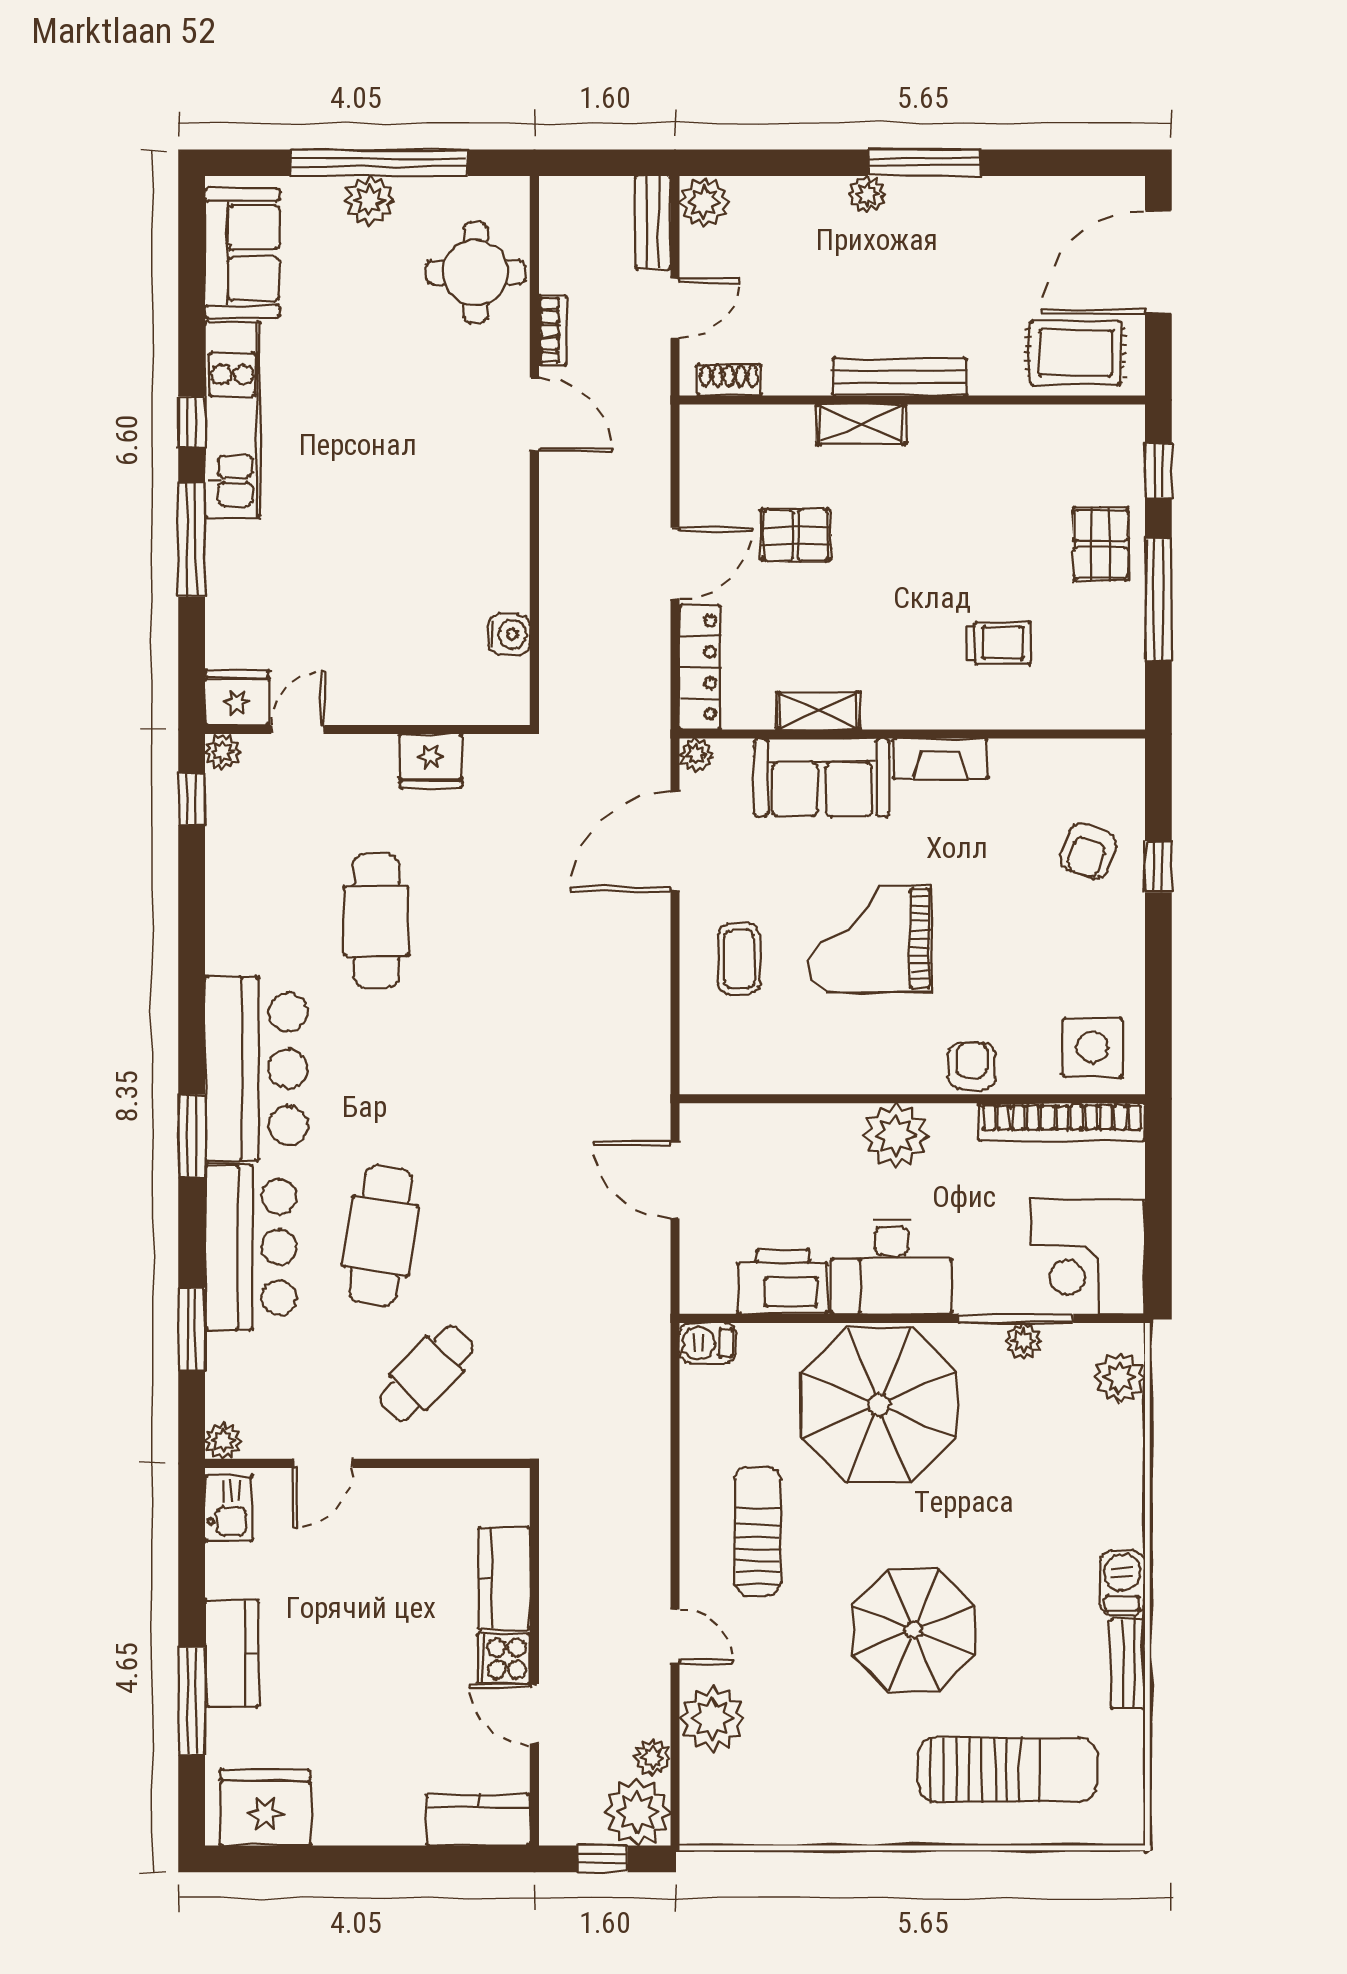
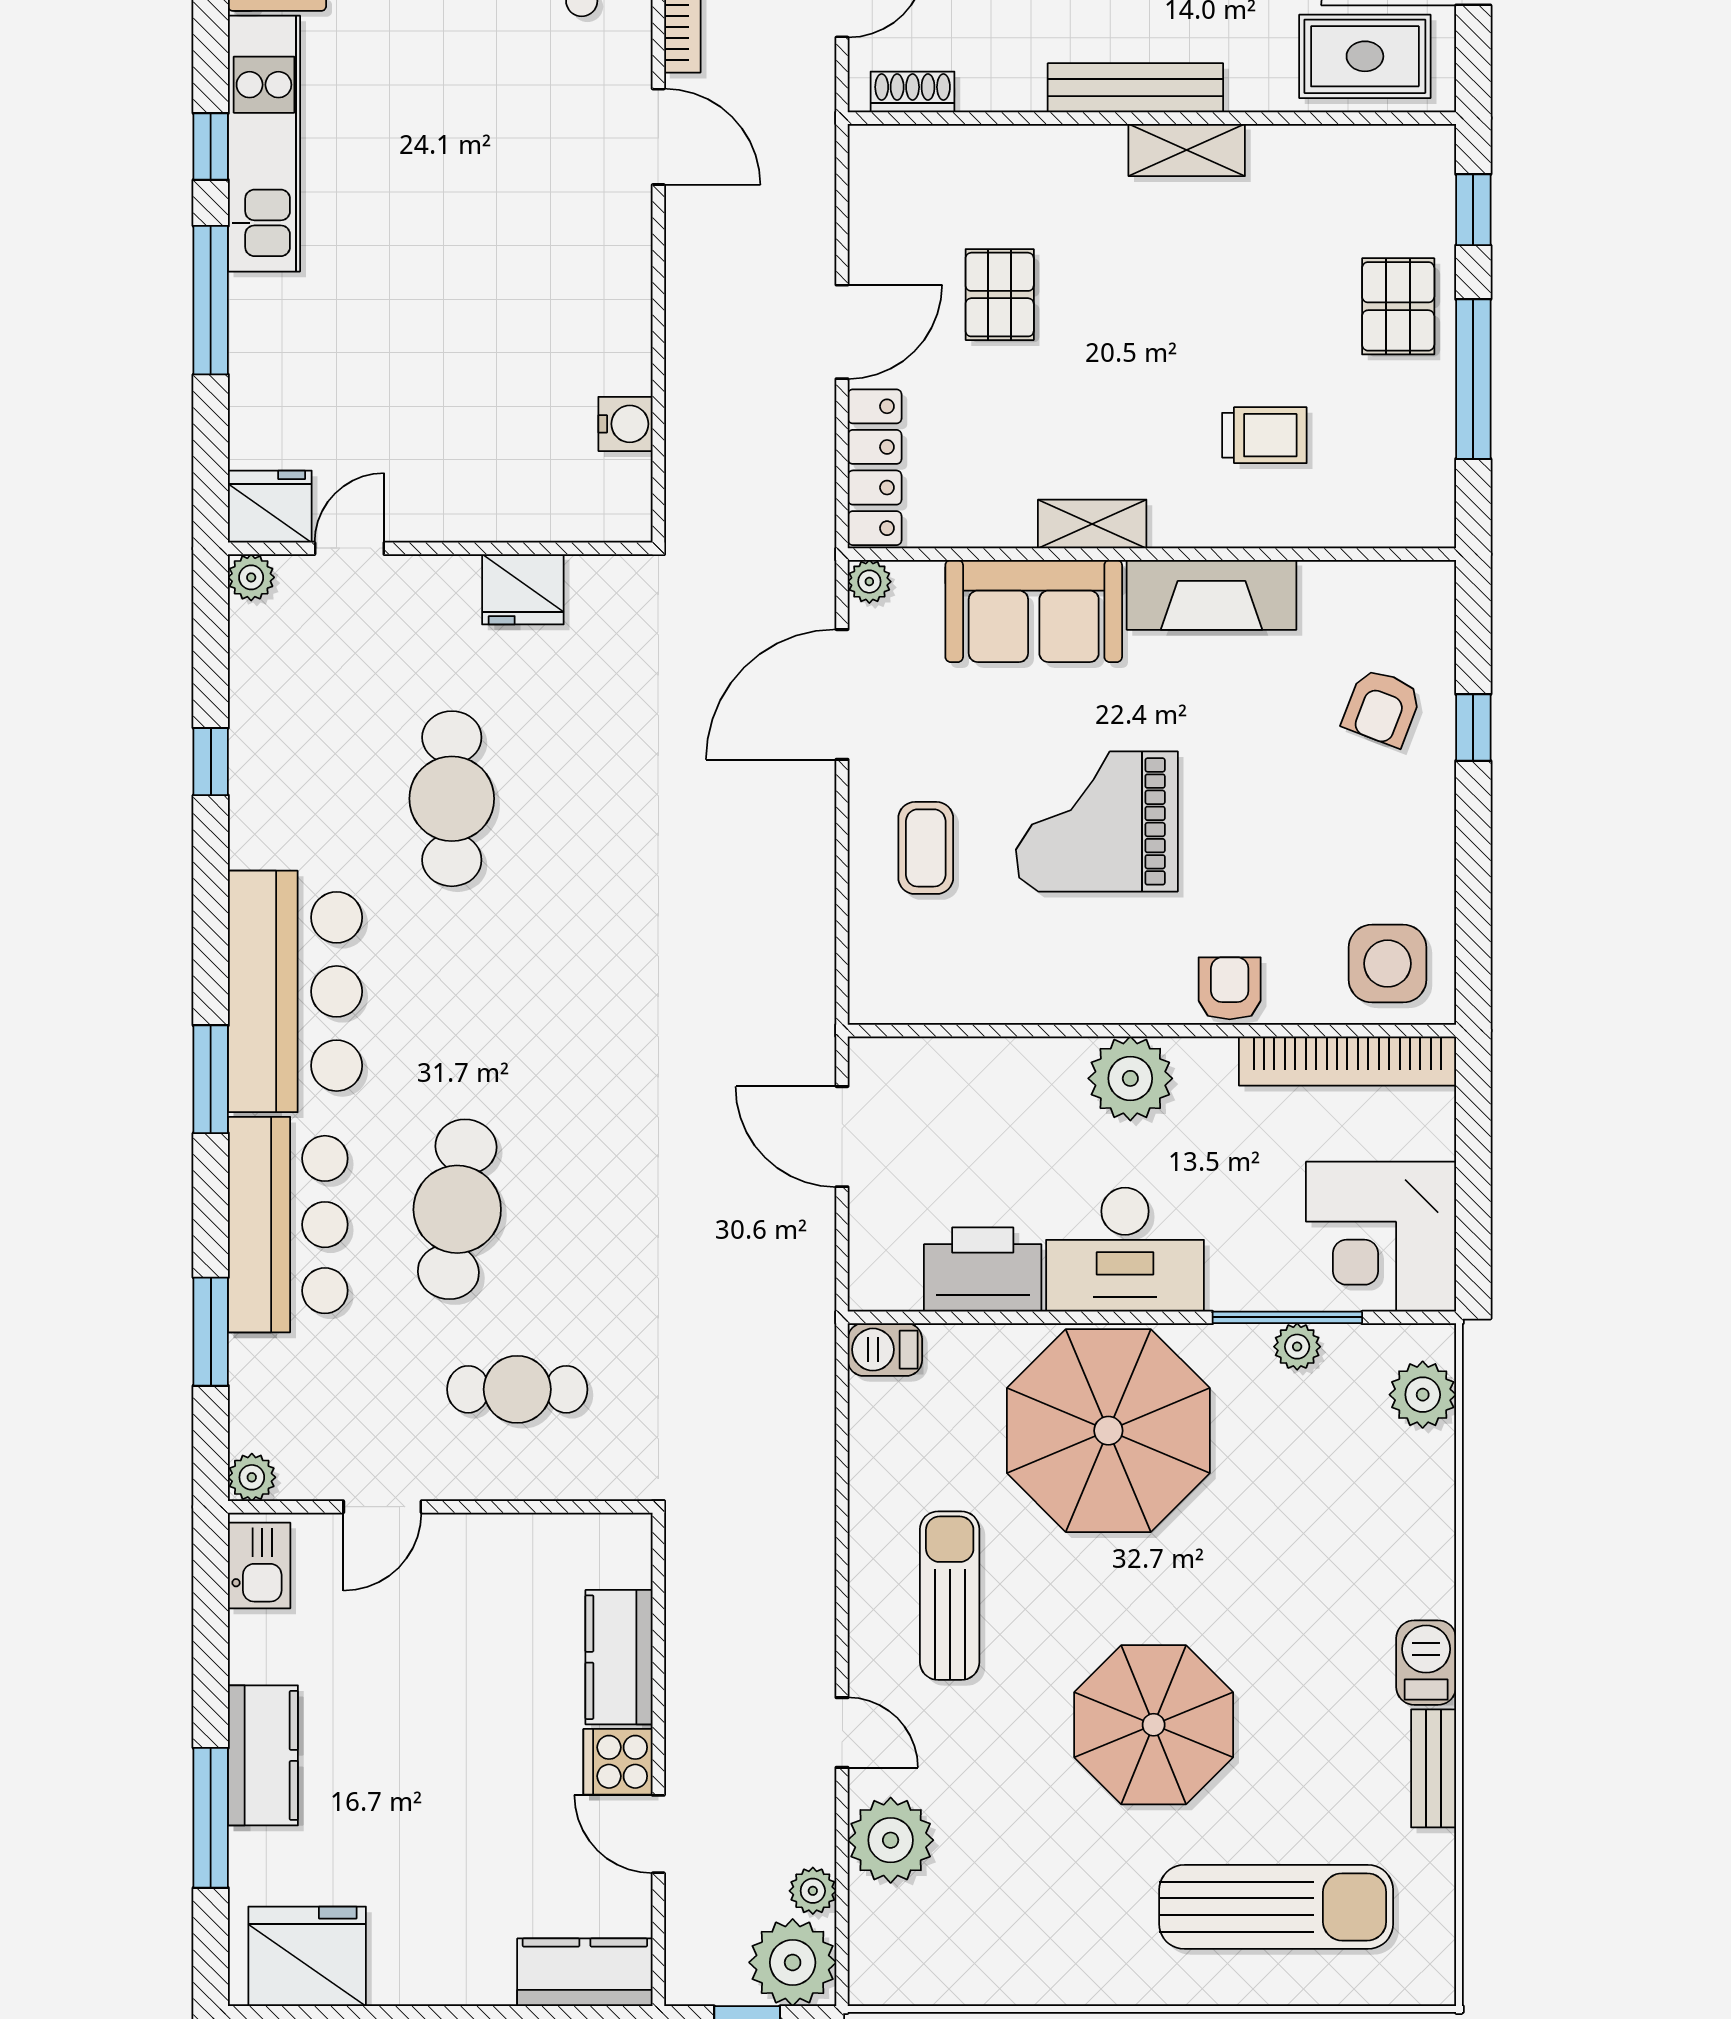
shelving: (861, 424) -> (1187, 150), moved
pallet: (796, 535) -> (1000, 295), turned 90
shelving: (818, 711) -> (1092, 524), moved
fireplace: (940, 759) -> (1212, 595), width x1.37, depth x1.32
window: (192, 799) -> (211, 762), moved
cafe table: (426, 1373) -> (517, 1389), turned 46

